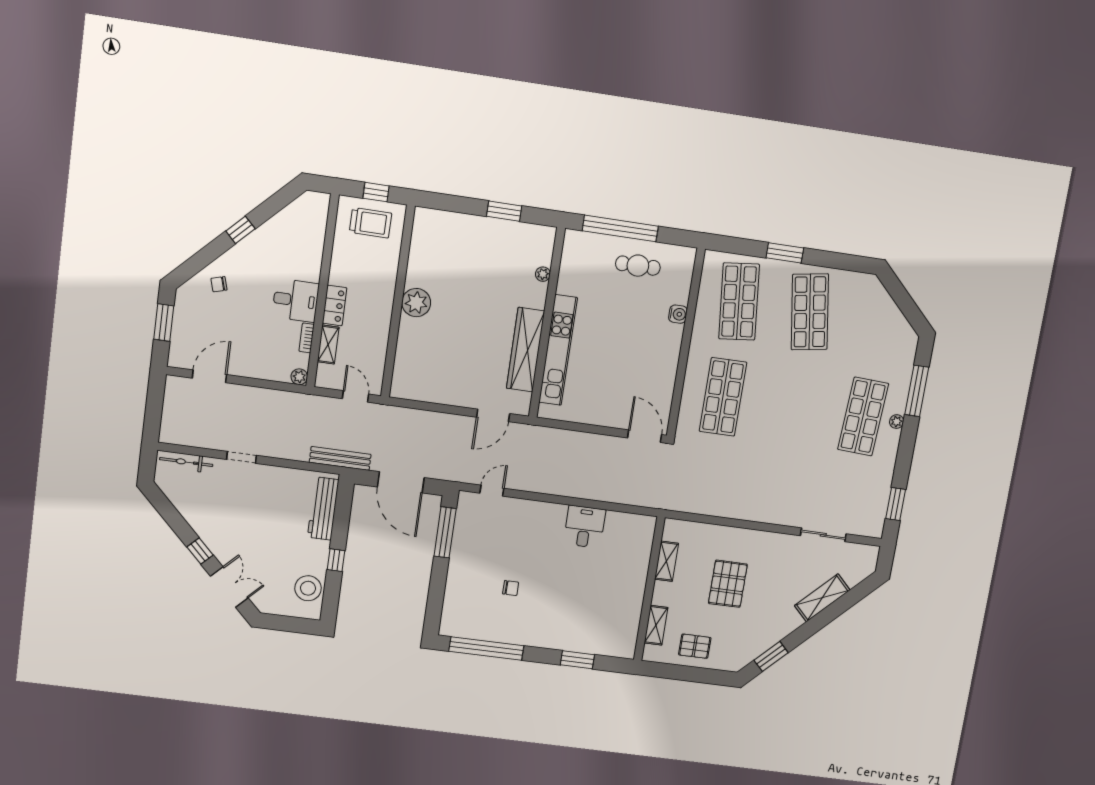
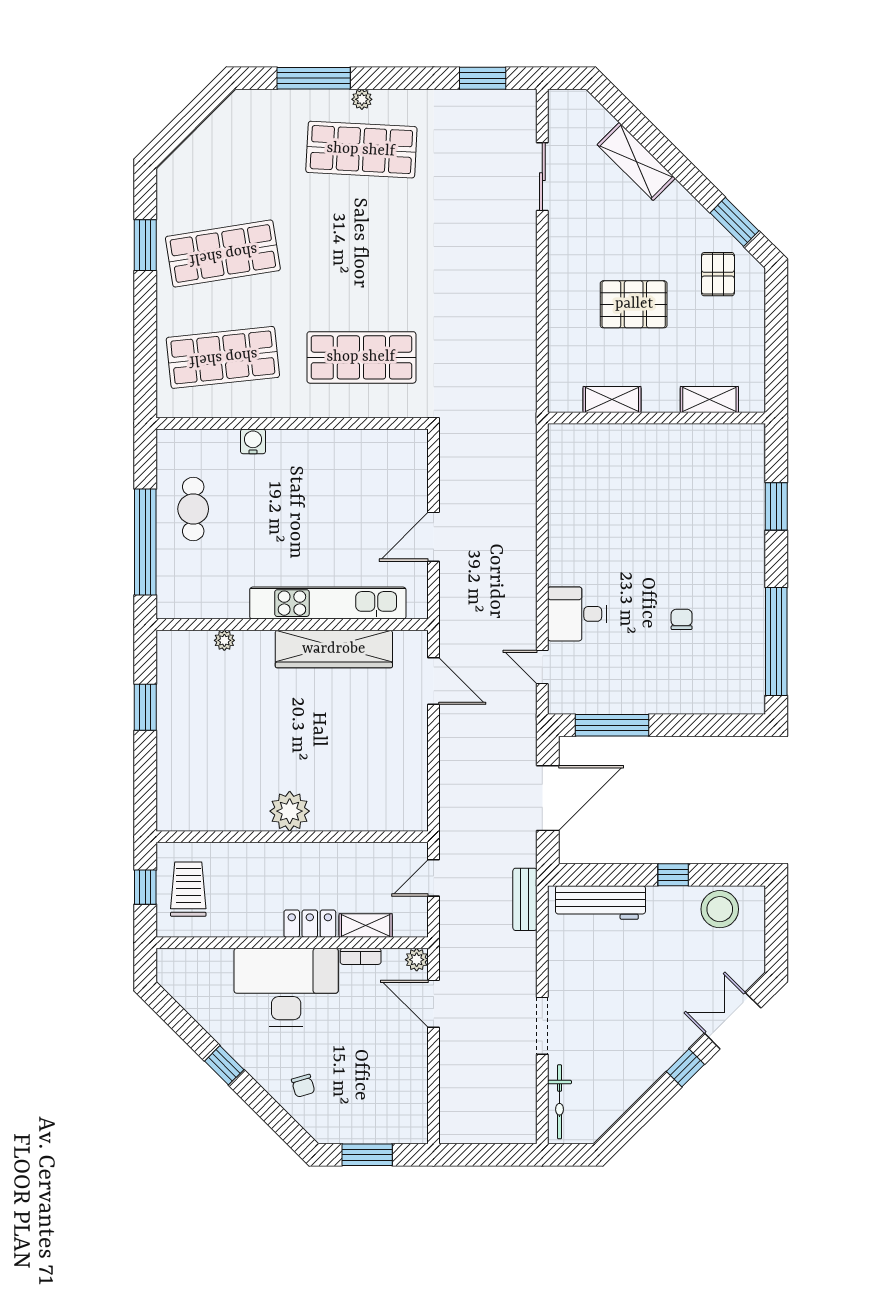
window: (785, 253) -> (145, 245), moved
desk: (296, 300) -> (286, 987), width x1.87, depth x1.30
door: (209, 376) -> (434, 1004), moved
door: (645, 436) -> (434, 537), moved
doorway: (242, 457) -> (542, 1026), width x1.38
bench: (340, 458) -> (525, 899), width x0.73
desk: (585, 527) -> (577, 614), moved
pallet: (695, 646) -> (718, 274), moved

